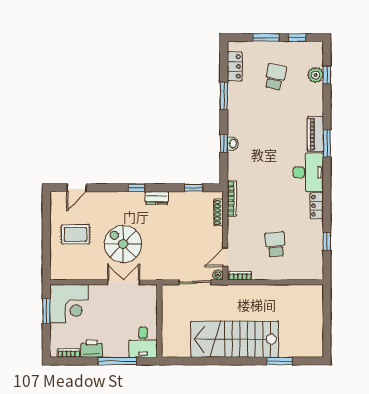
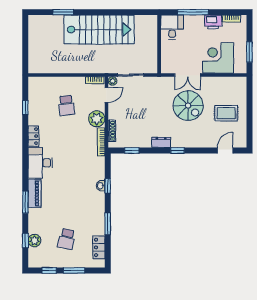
window: (327, 143) -> (25, 202), moved
plant: (238, 227) -> (97, 119), added
corner desk: (69, 304) -> (218, 58), moved

